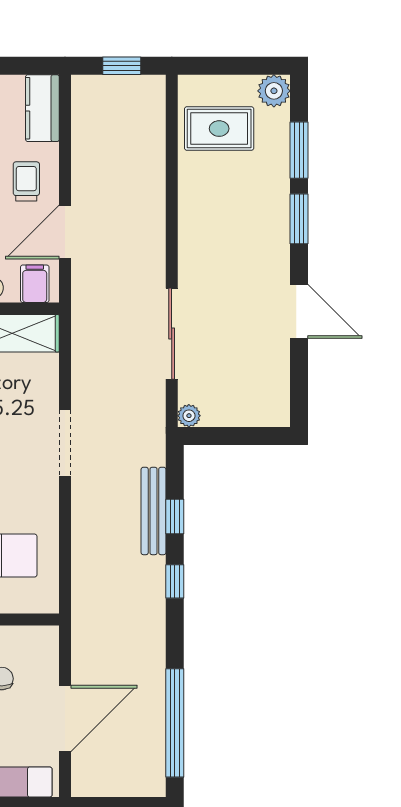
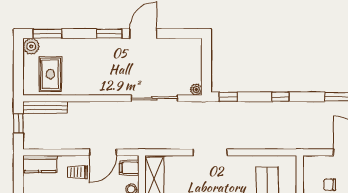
window: (299, 150) -> (48, 34), moved
window: (299, 219) -> (109, 34), moved
door: (65, 232) -> (103, 152), hinge flipped
bench: (153, 511) -> (45, 108), moved
window: (175, 517) -> (228, 97), moved

